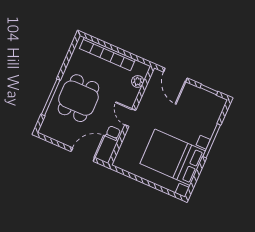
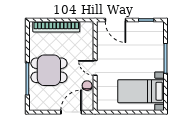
plant: (138, 81) -> (89, 38), removed
dining table: (78, 98) -> (49, 70), turned 90
bed with nightstands: (173, 157) -> (141, 91), width x0.73

